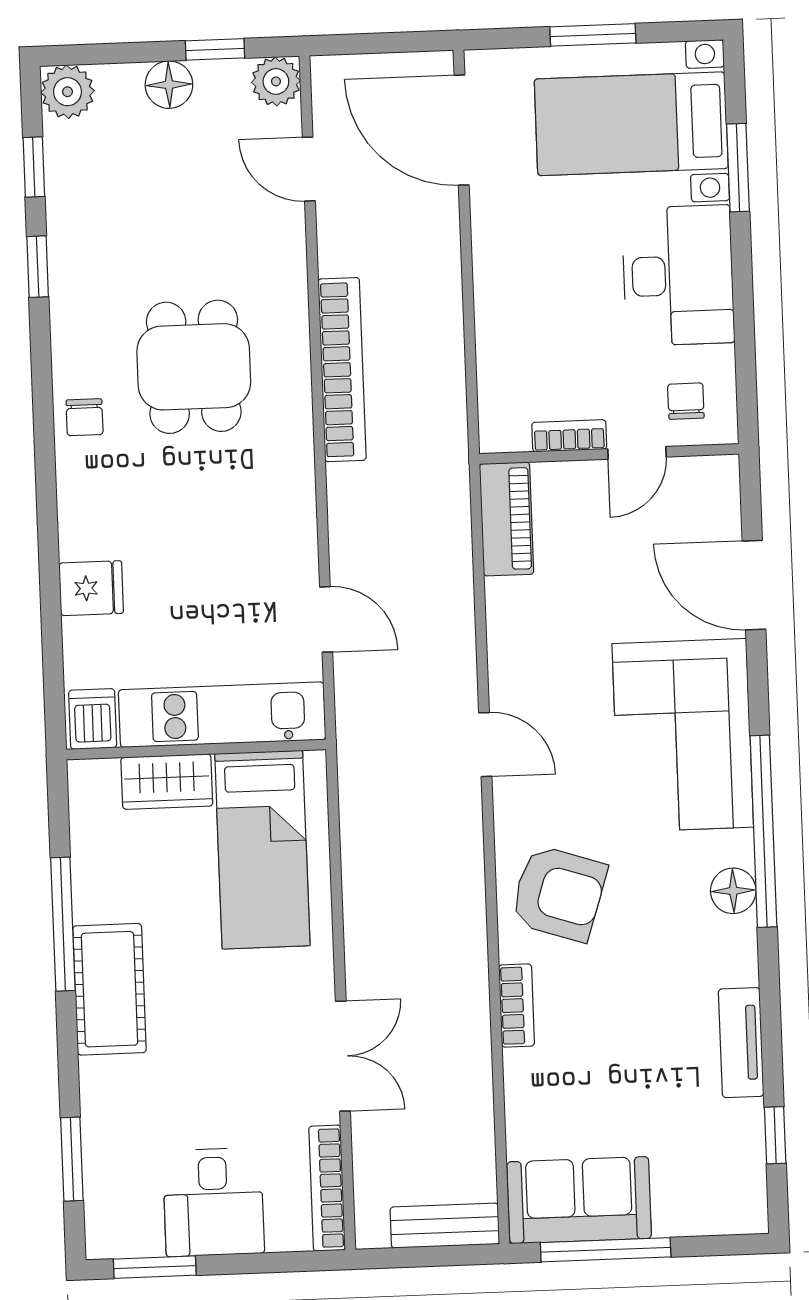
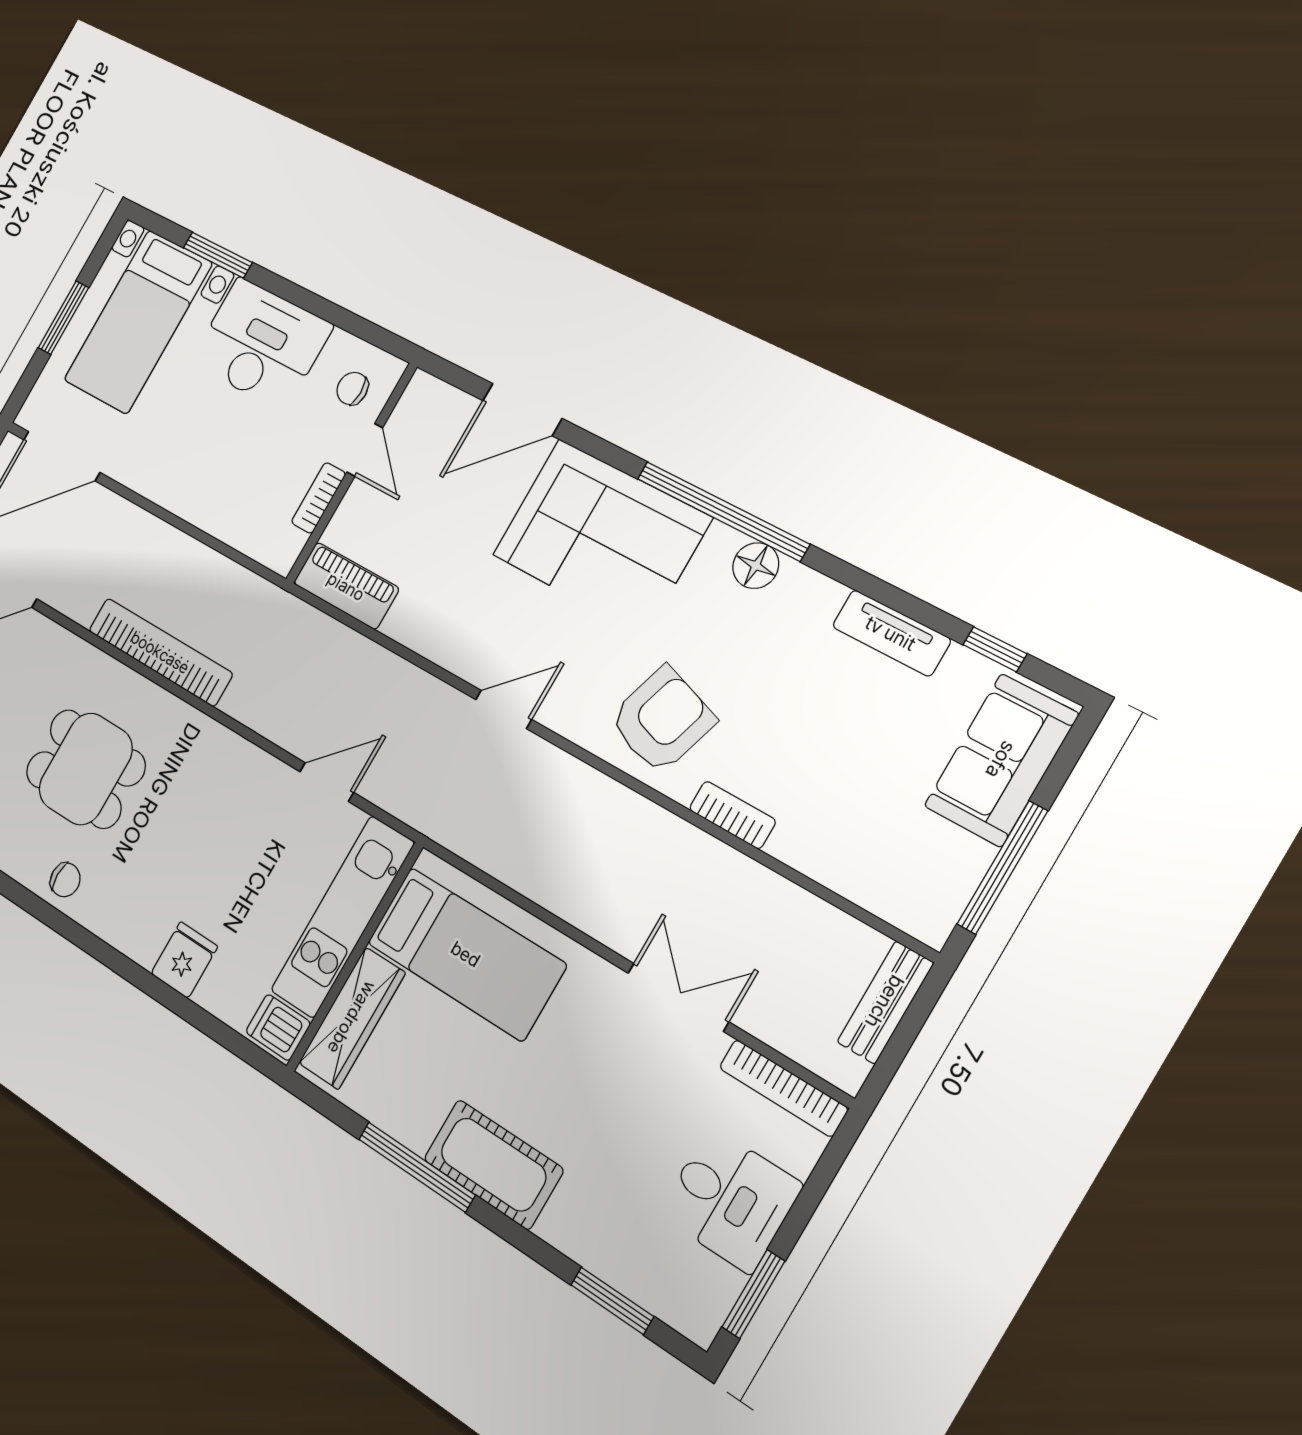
wardrobe: (167, 782) -> (352, 1018), width x1.50
sofa: (579, 1200) -> (1001, 760), moved

